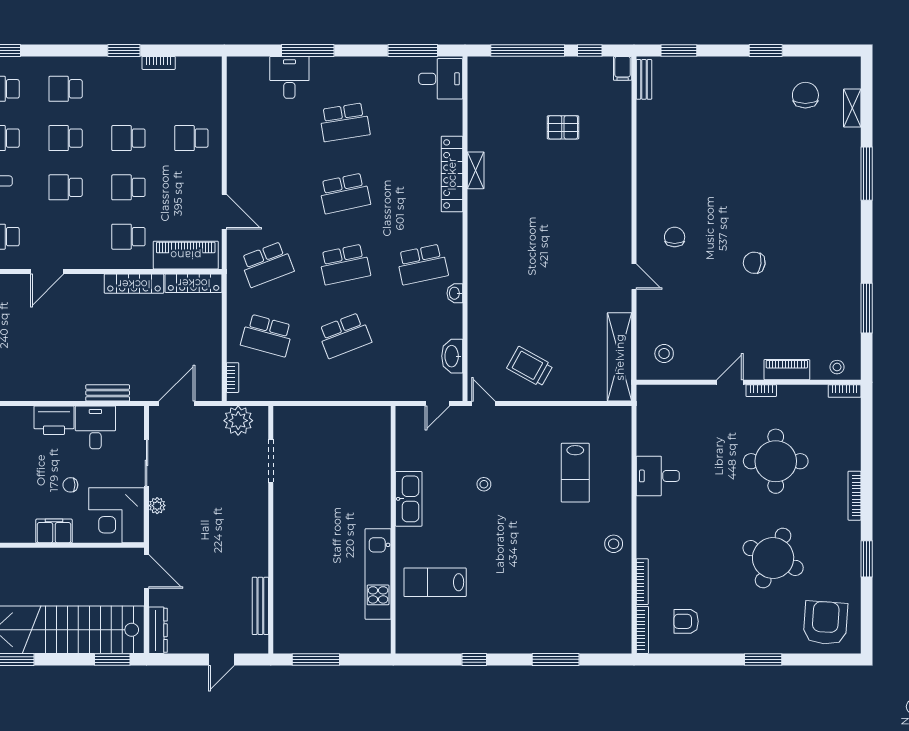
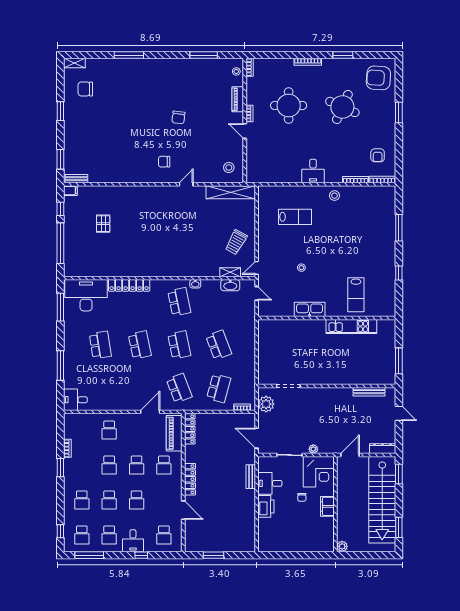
desk: (289, 77) -> (75, 400), moved
desk: (441, 79) -> (86, 295), width x1.87, depth x1.30
shelving: (852, 108) -> (74, 63), moved
shelving: (476, 170) -> (230, 272), moved
locker: (134, 284) -> (190, 479), moved
desk: (658, 476) -> (313, 171), moved

